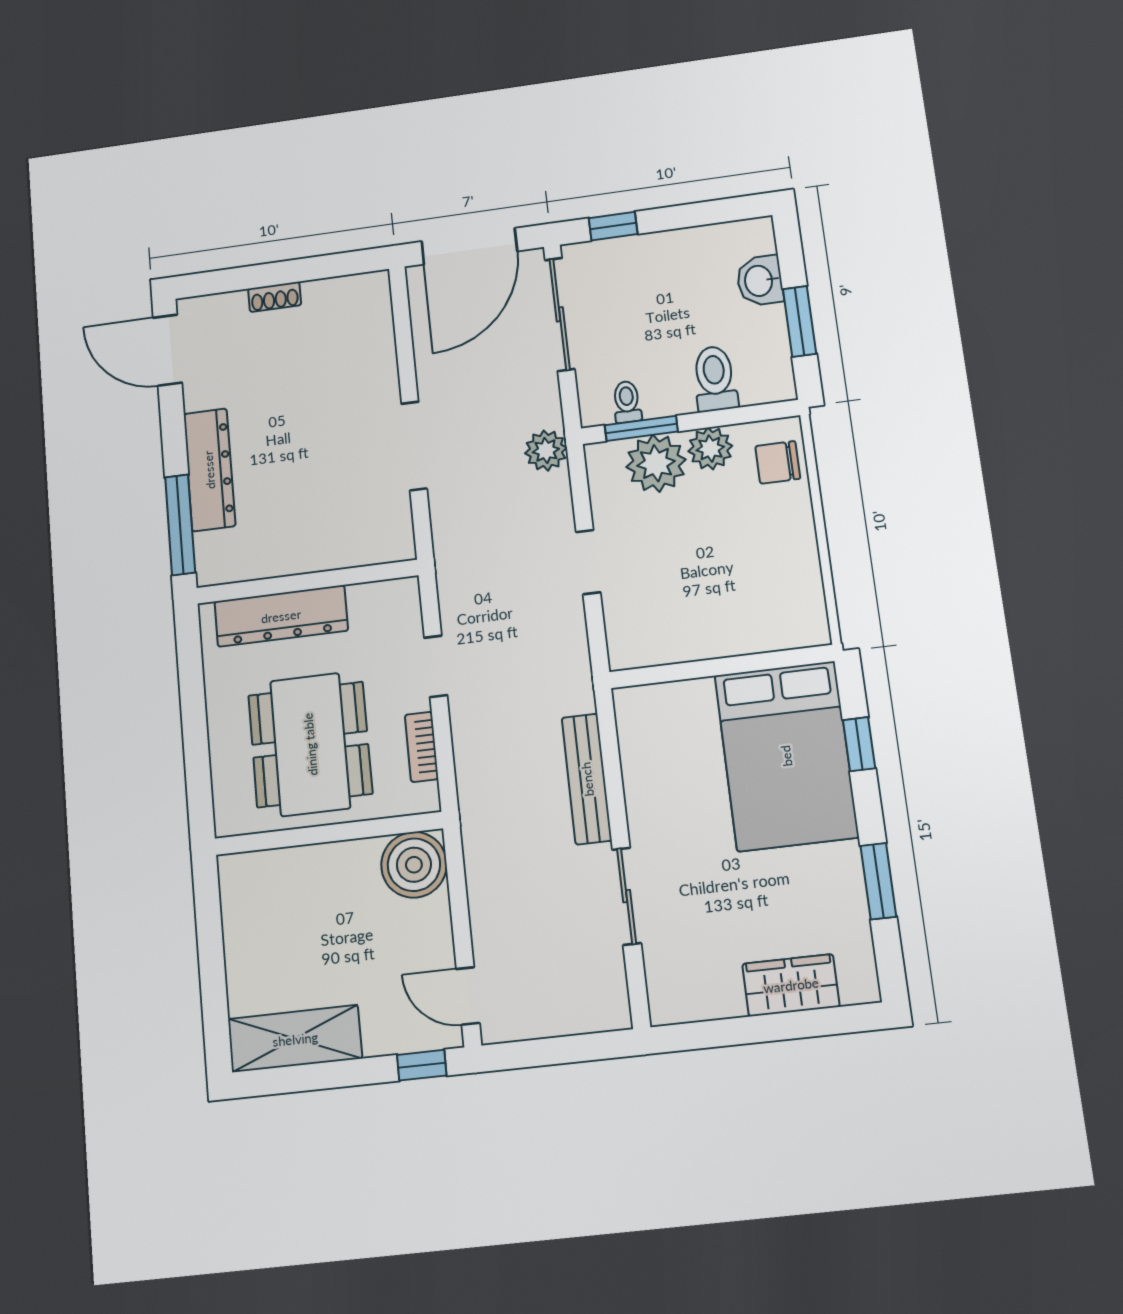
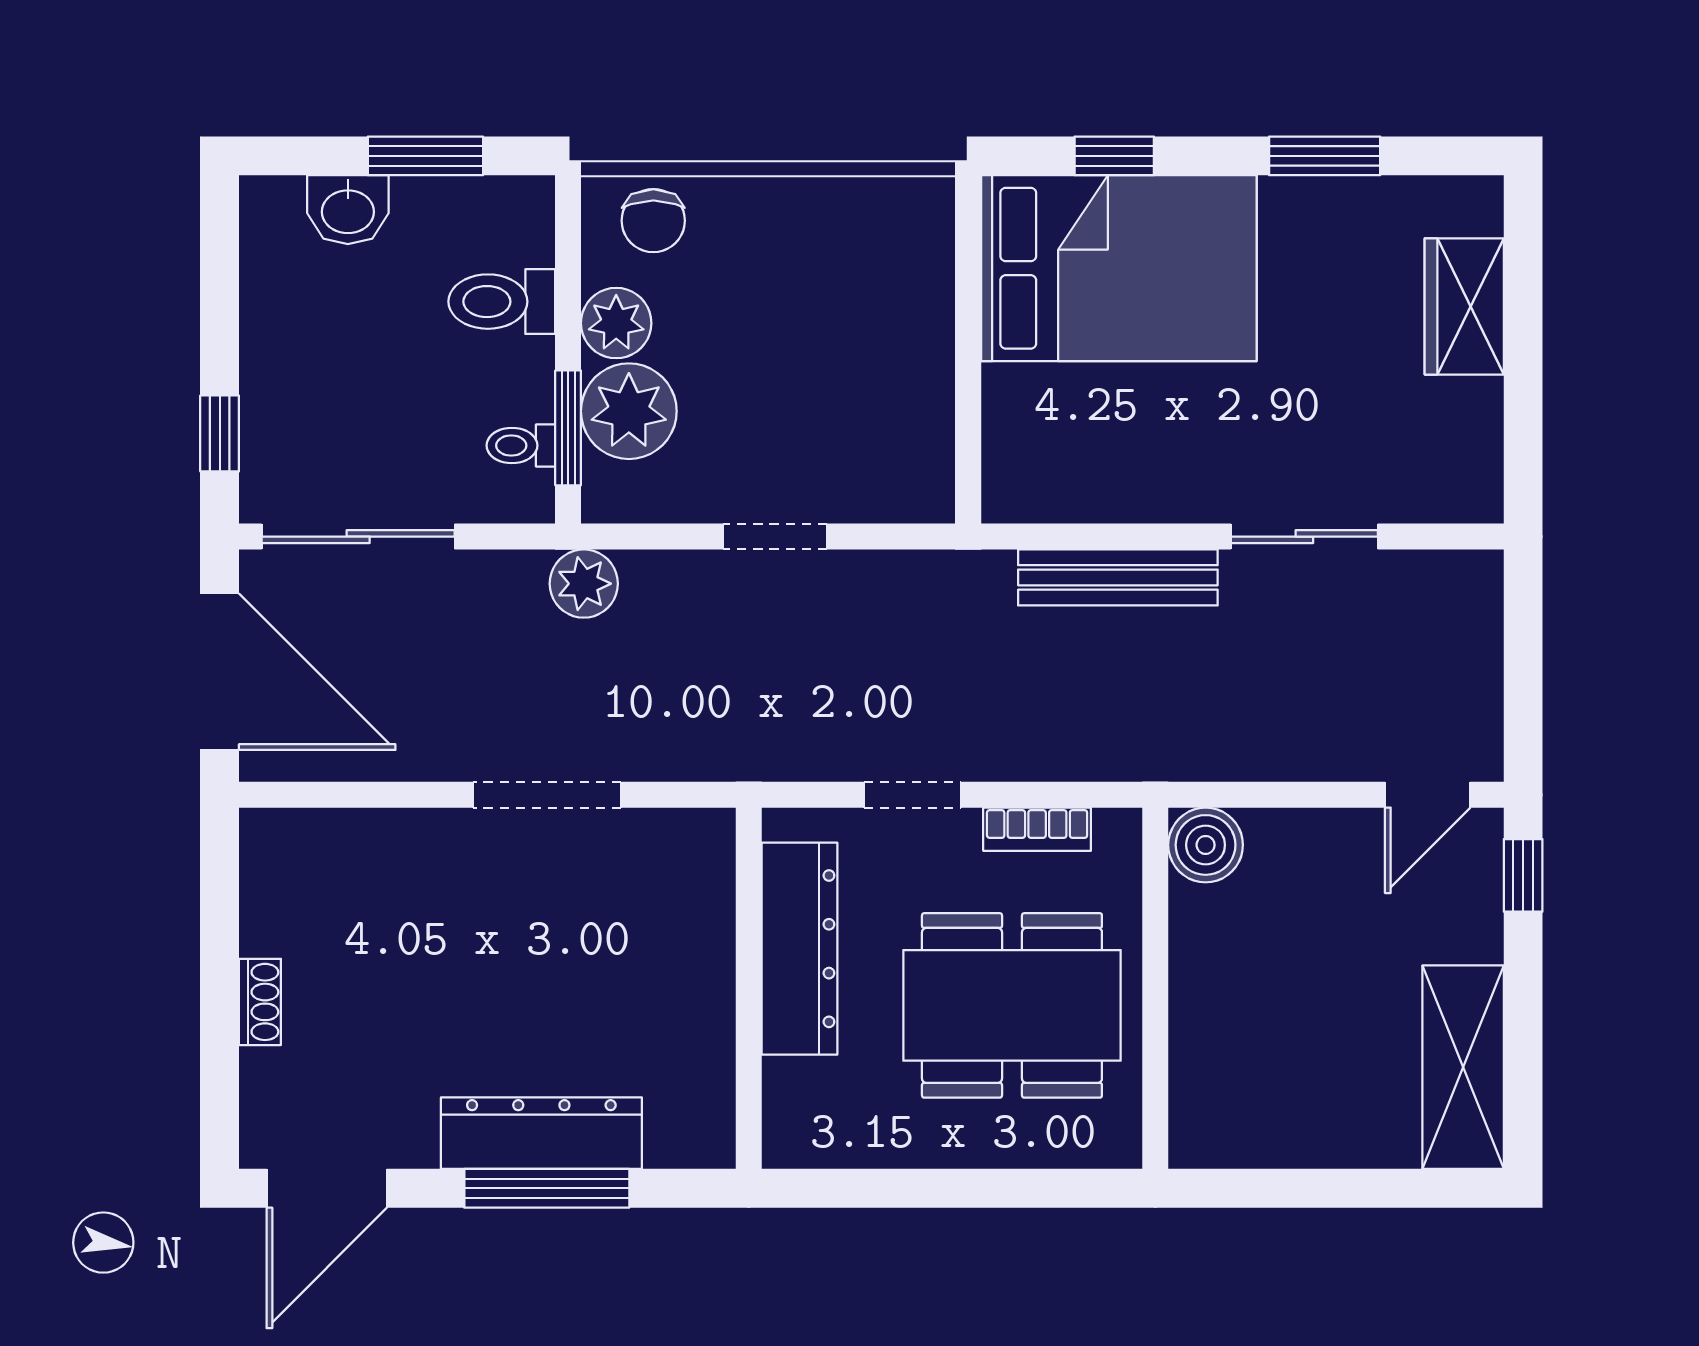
window: (180, 525) -> (547, 1188), moved
dresser: (281, 616) -> (799, 949), moved
boiler: (414, 865) -> (1206, 845), width x0.73, depth x0.73

